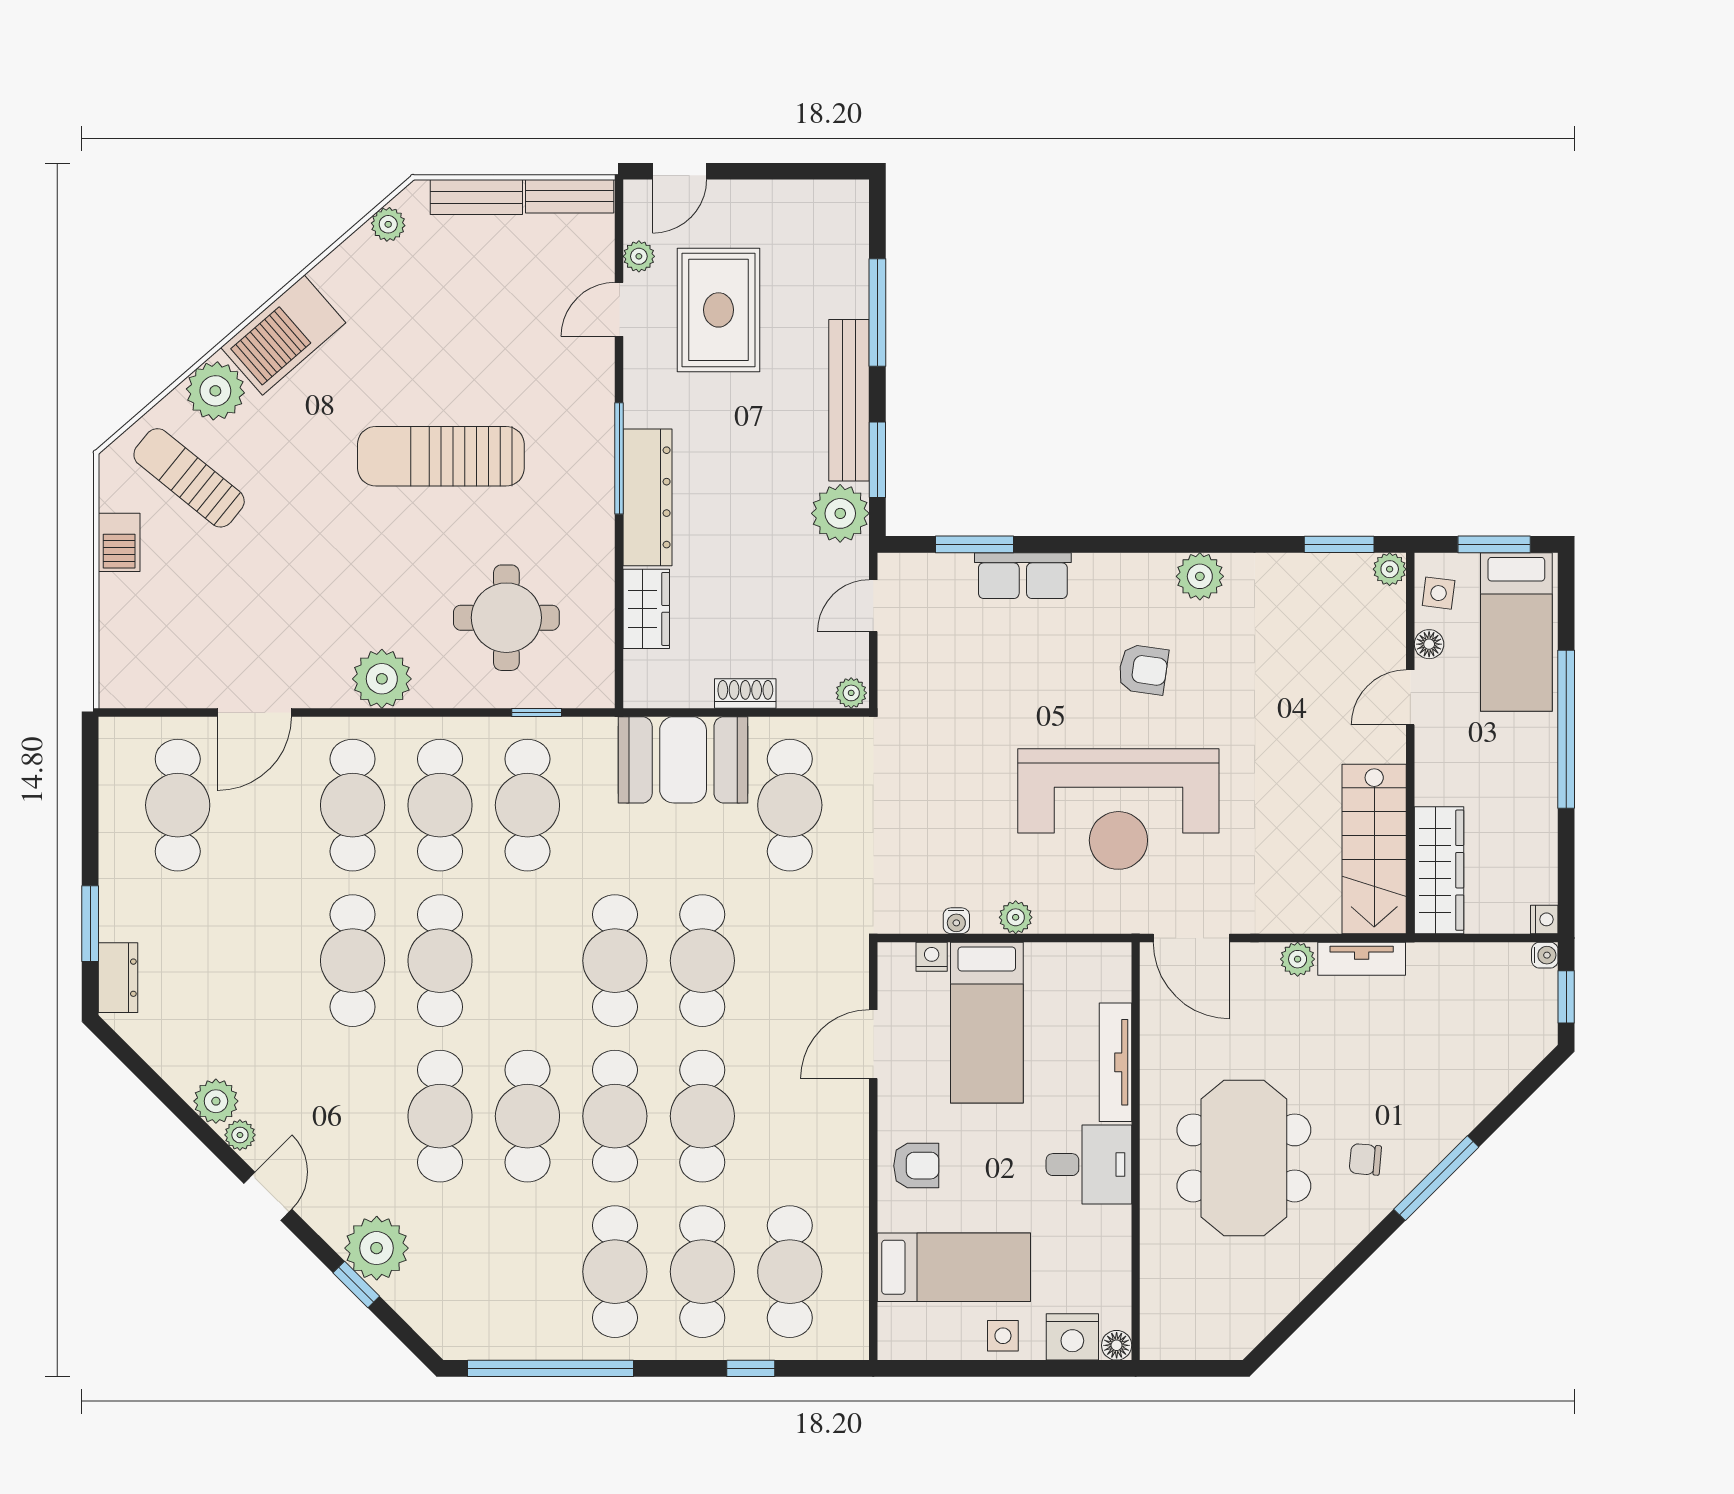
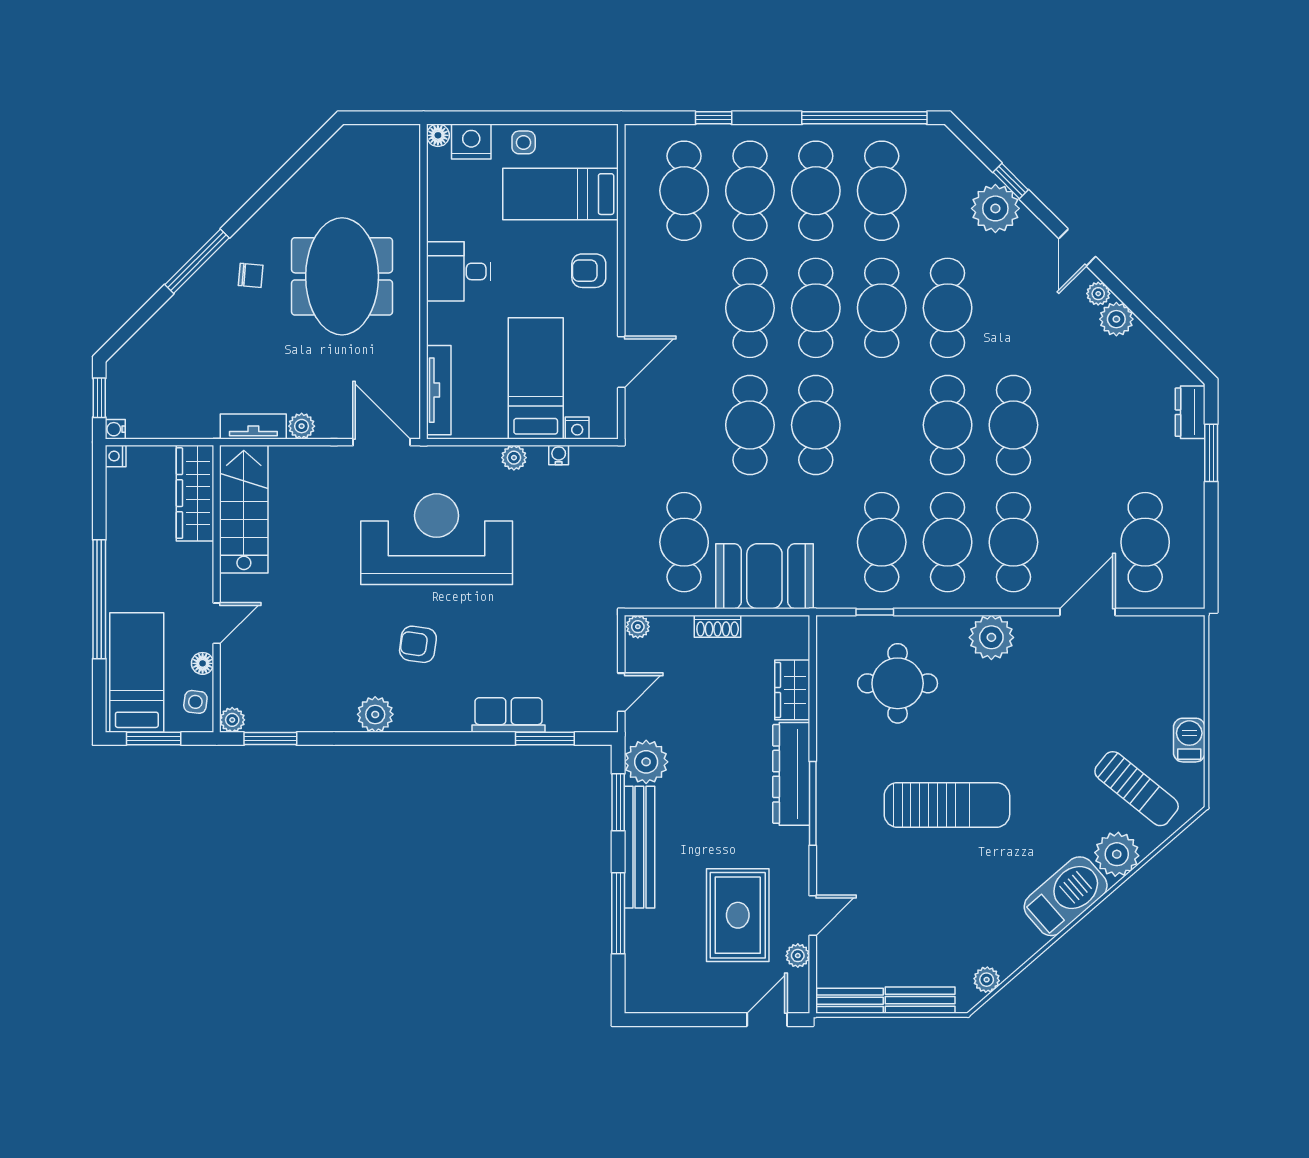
tv unit: (1115, 1062) -> (439, 390), moved
cafe table: (527, 1272) -> (882, 191), added

